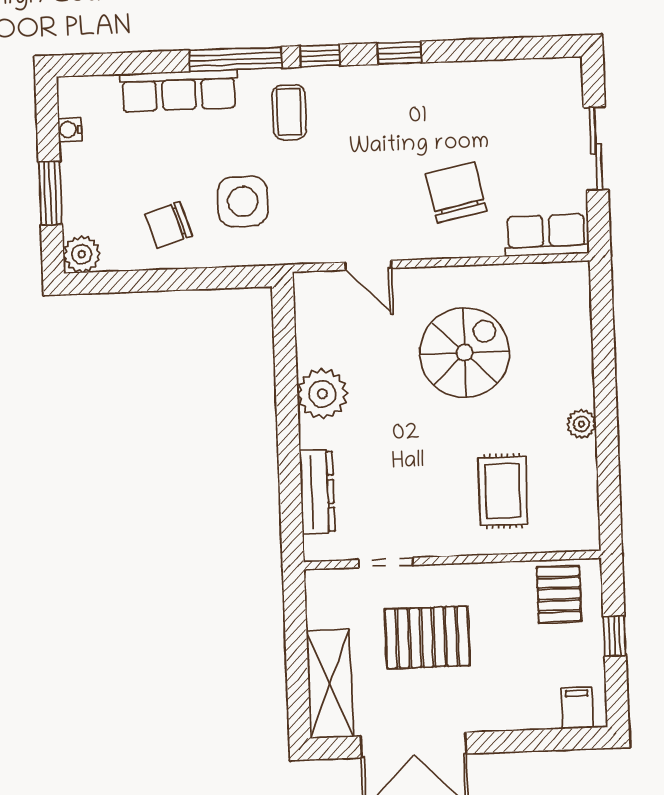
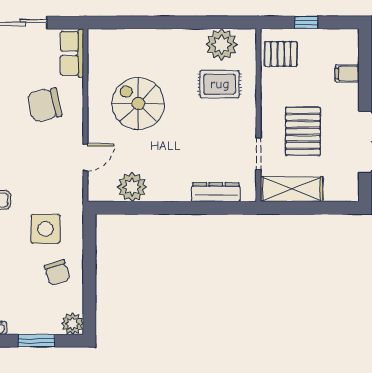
plant: (322, 394) -> (132, 187), moved
plant: (581, 424) -> (222, 44), moved, width x1.88, depth x1.88
shelving: (330, 684) -> (292, 189), moved
filing cabinet: (577, 708) -> (347, 74), moved

